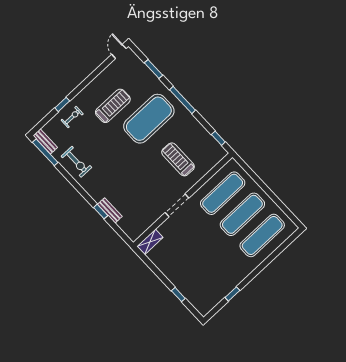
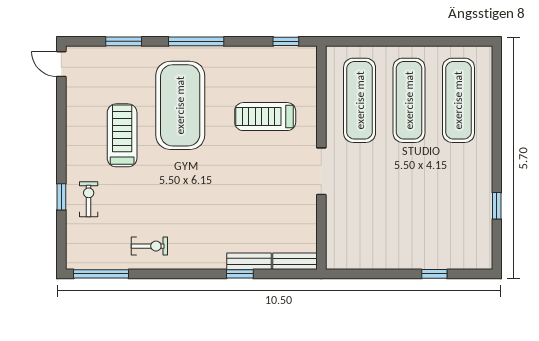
bench: (45, 141) -> (295, 261), moved
exercise bike: (76, 162) -> (149, 246), width x0.73, depth x0.72
shelving: (150, 242) -> (335, 248), removed

